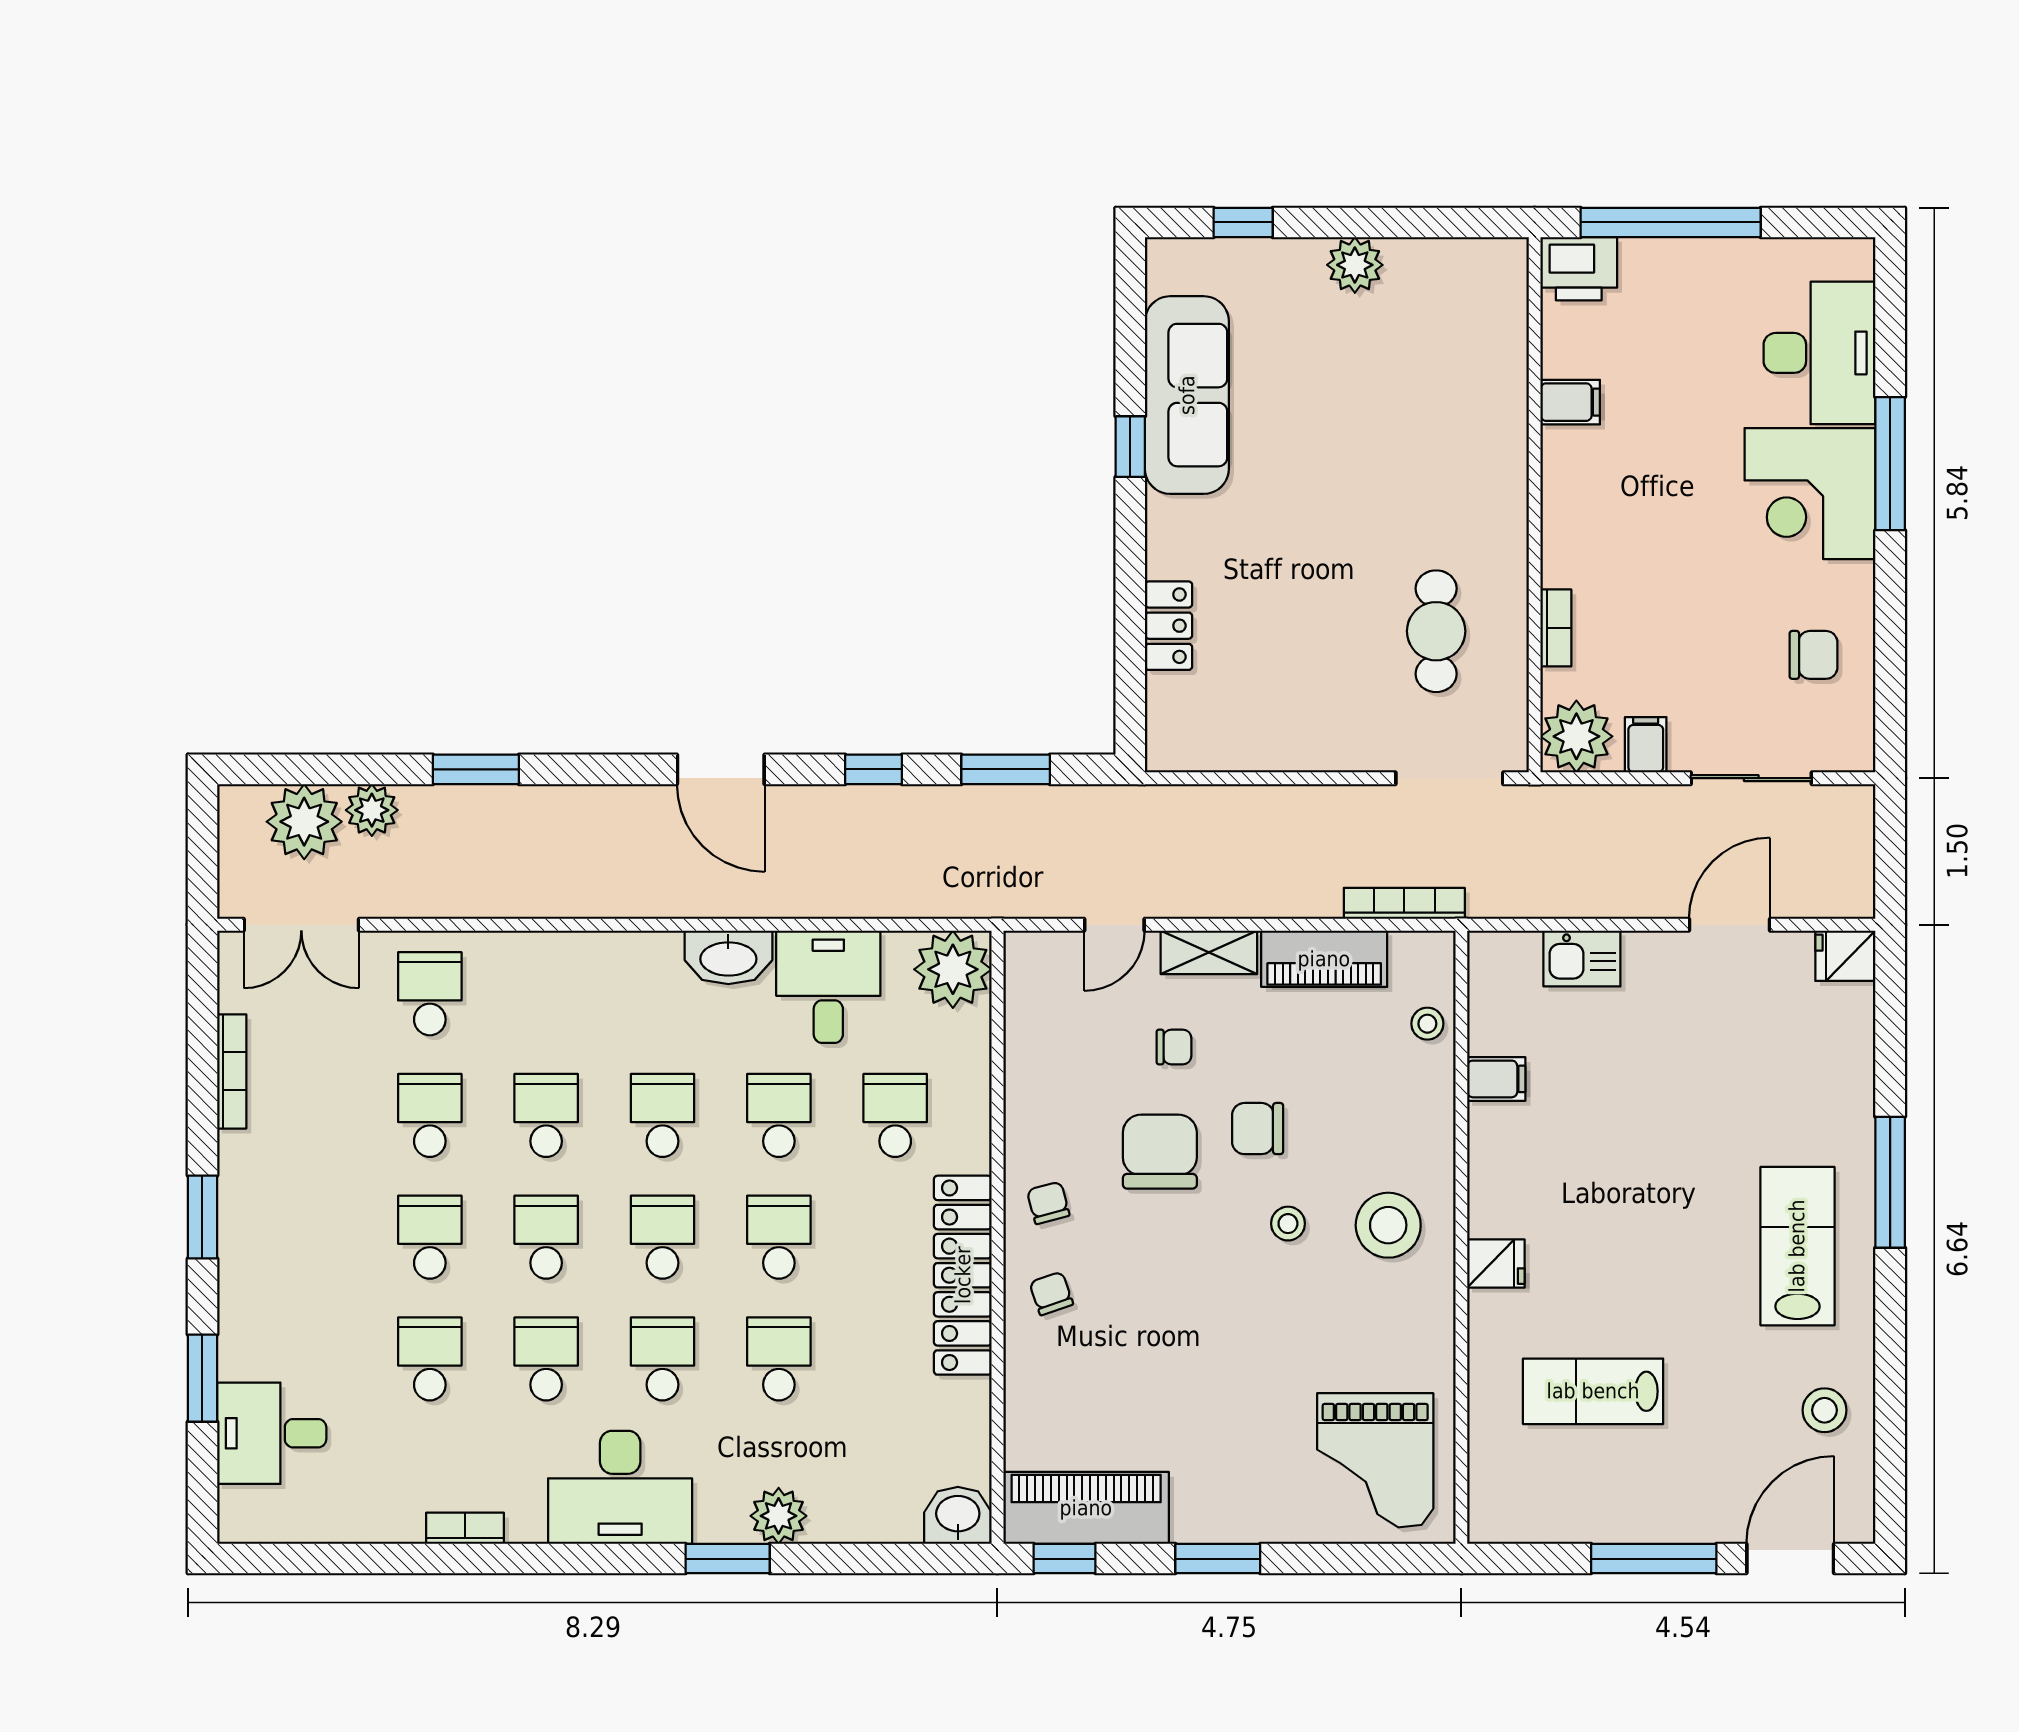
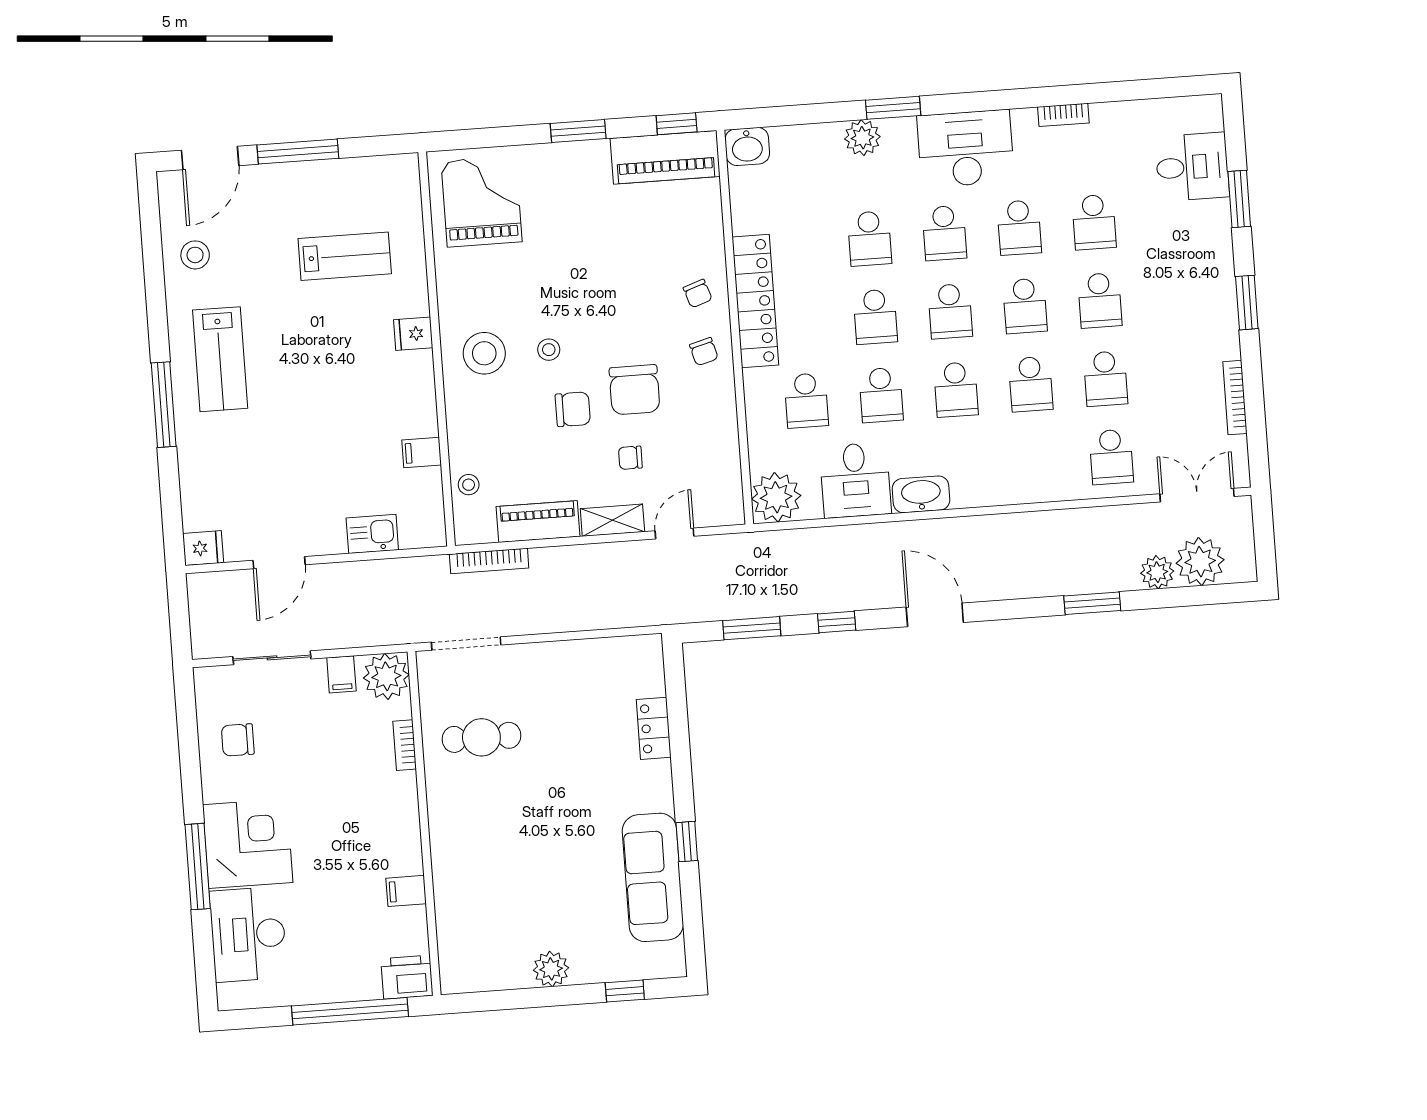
cafe table: (1436, 631) -> (481, 737), turned 90

